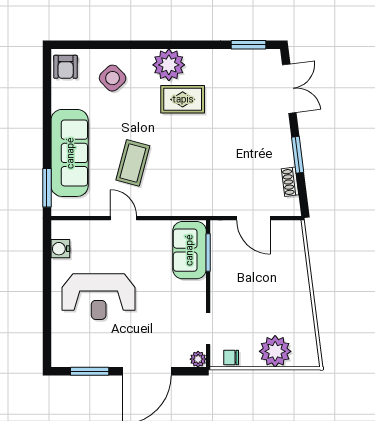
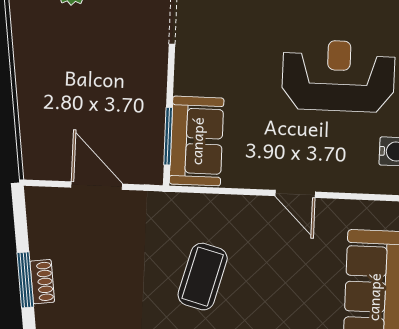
coffee table: (133, 163) -> (203, 277), moved
shoe rack: (290, 182) -> (42, 282), moved

